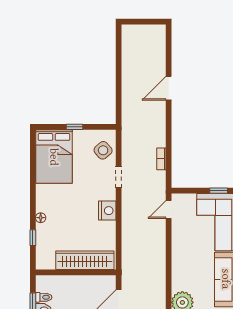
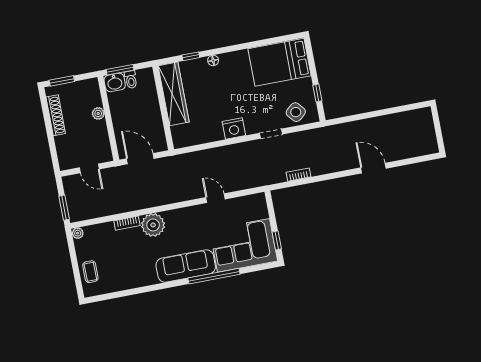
window: (75, 127) -> (317, 93), moved
door: (169, 209) -> (216, 198), moved
wardrobe: (85, 260) -> (174, 94), moved

